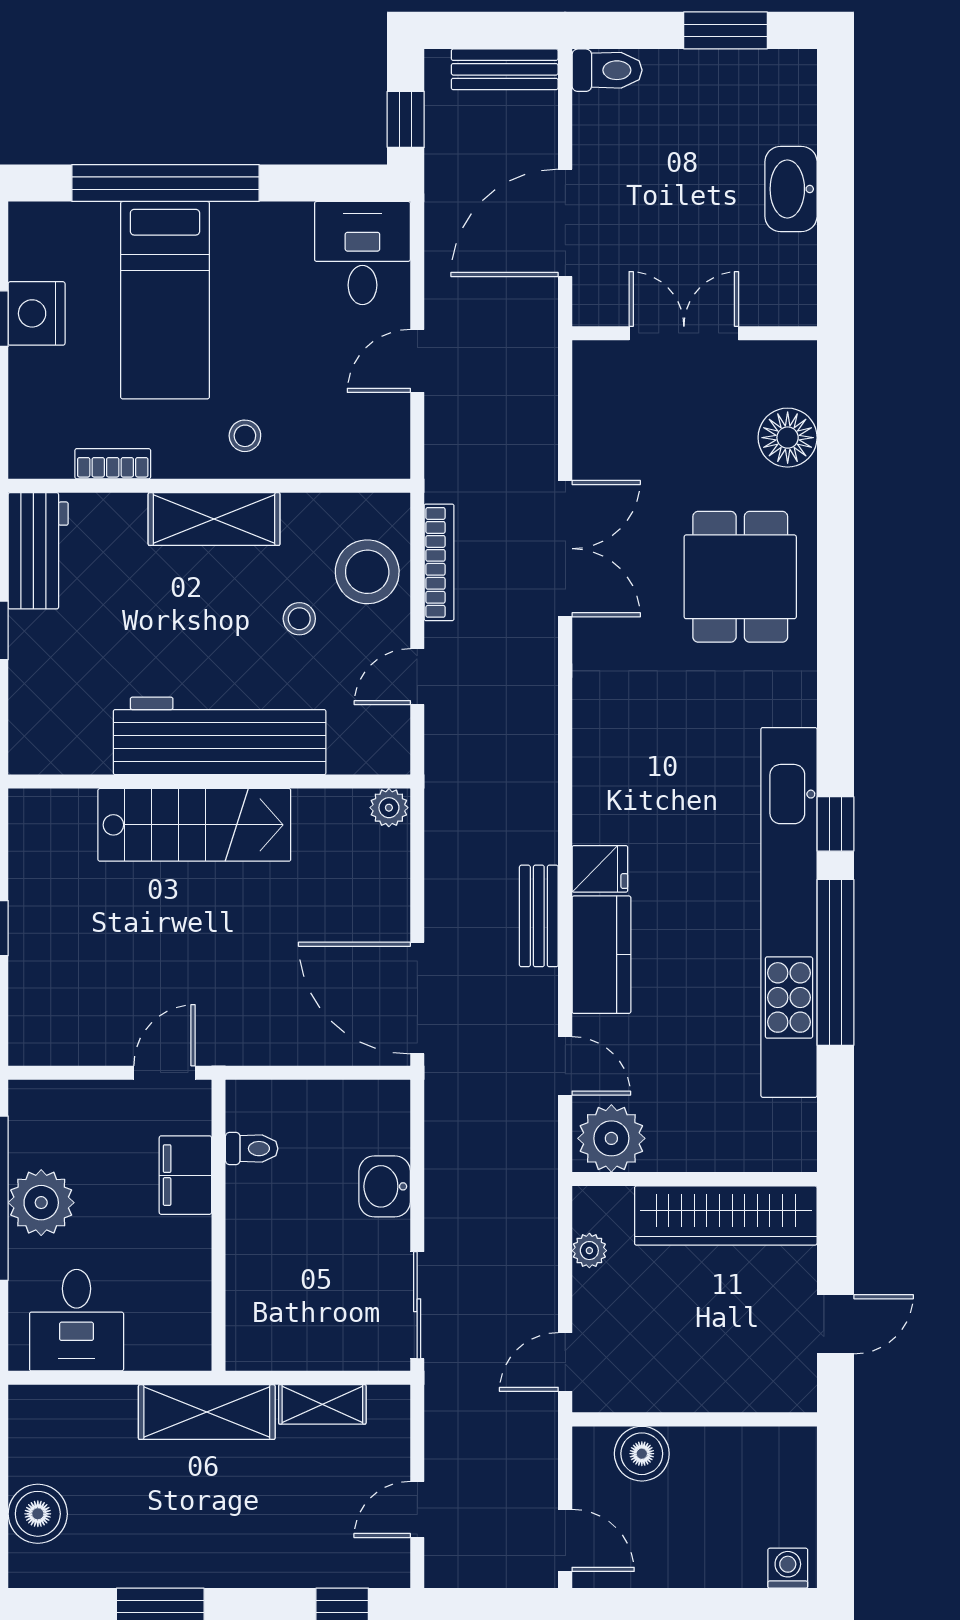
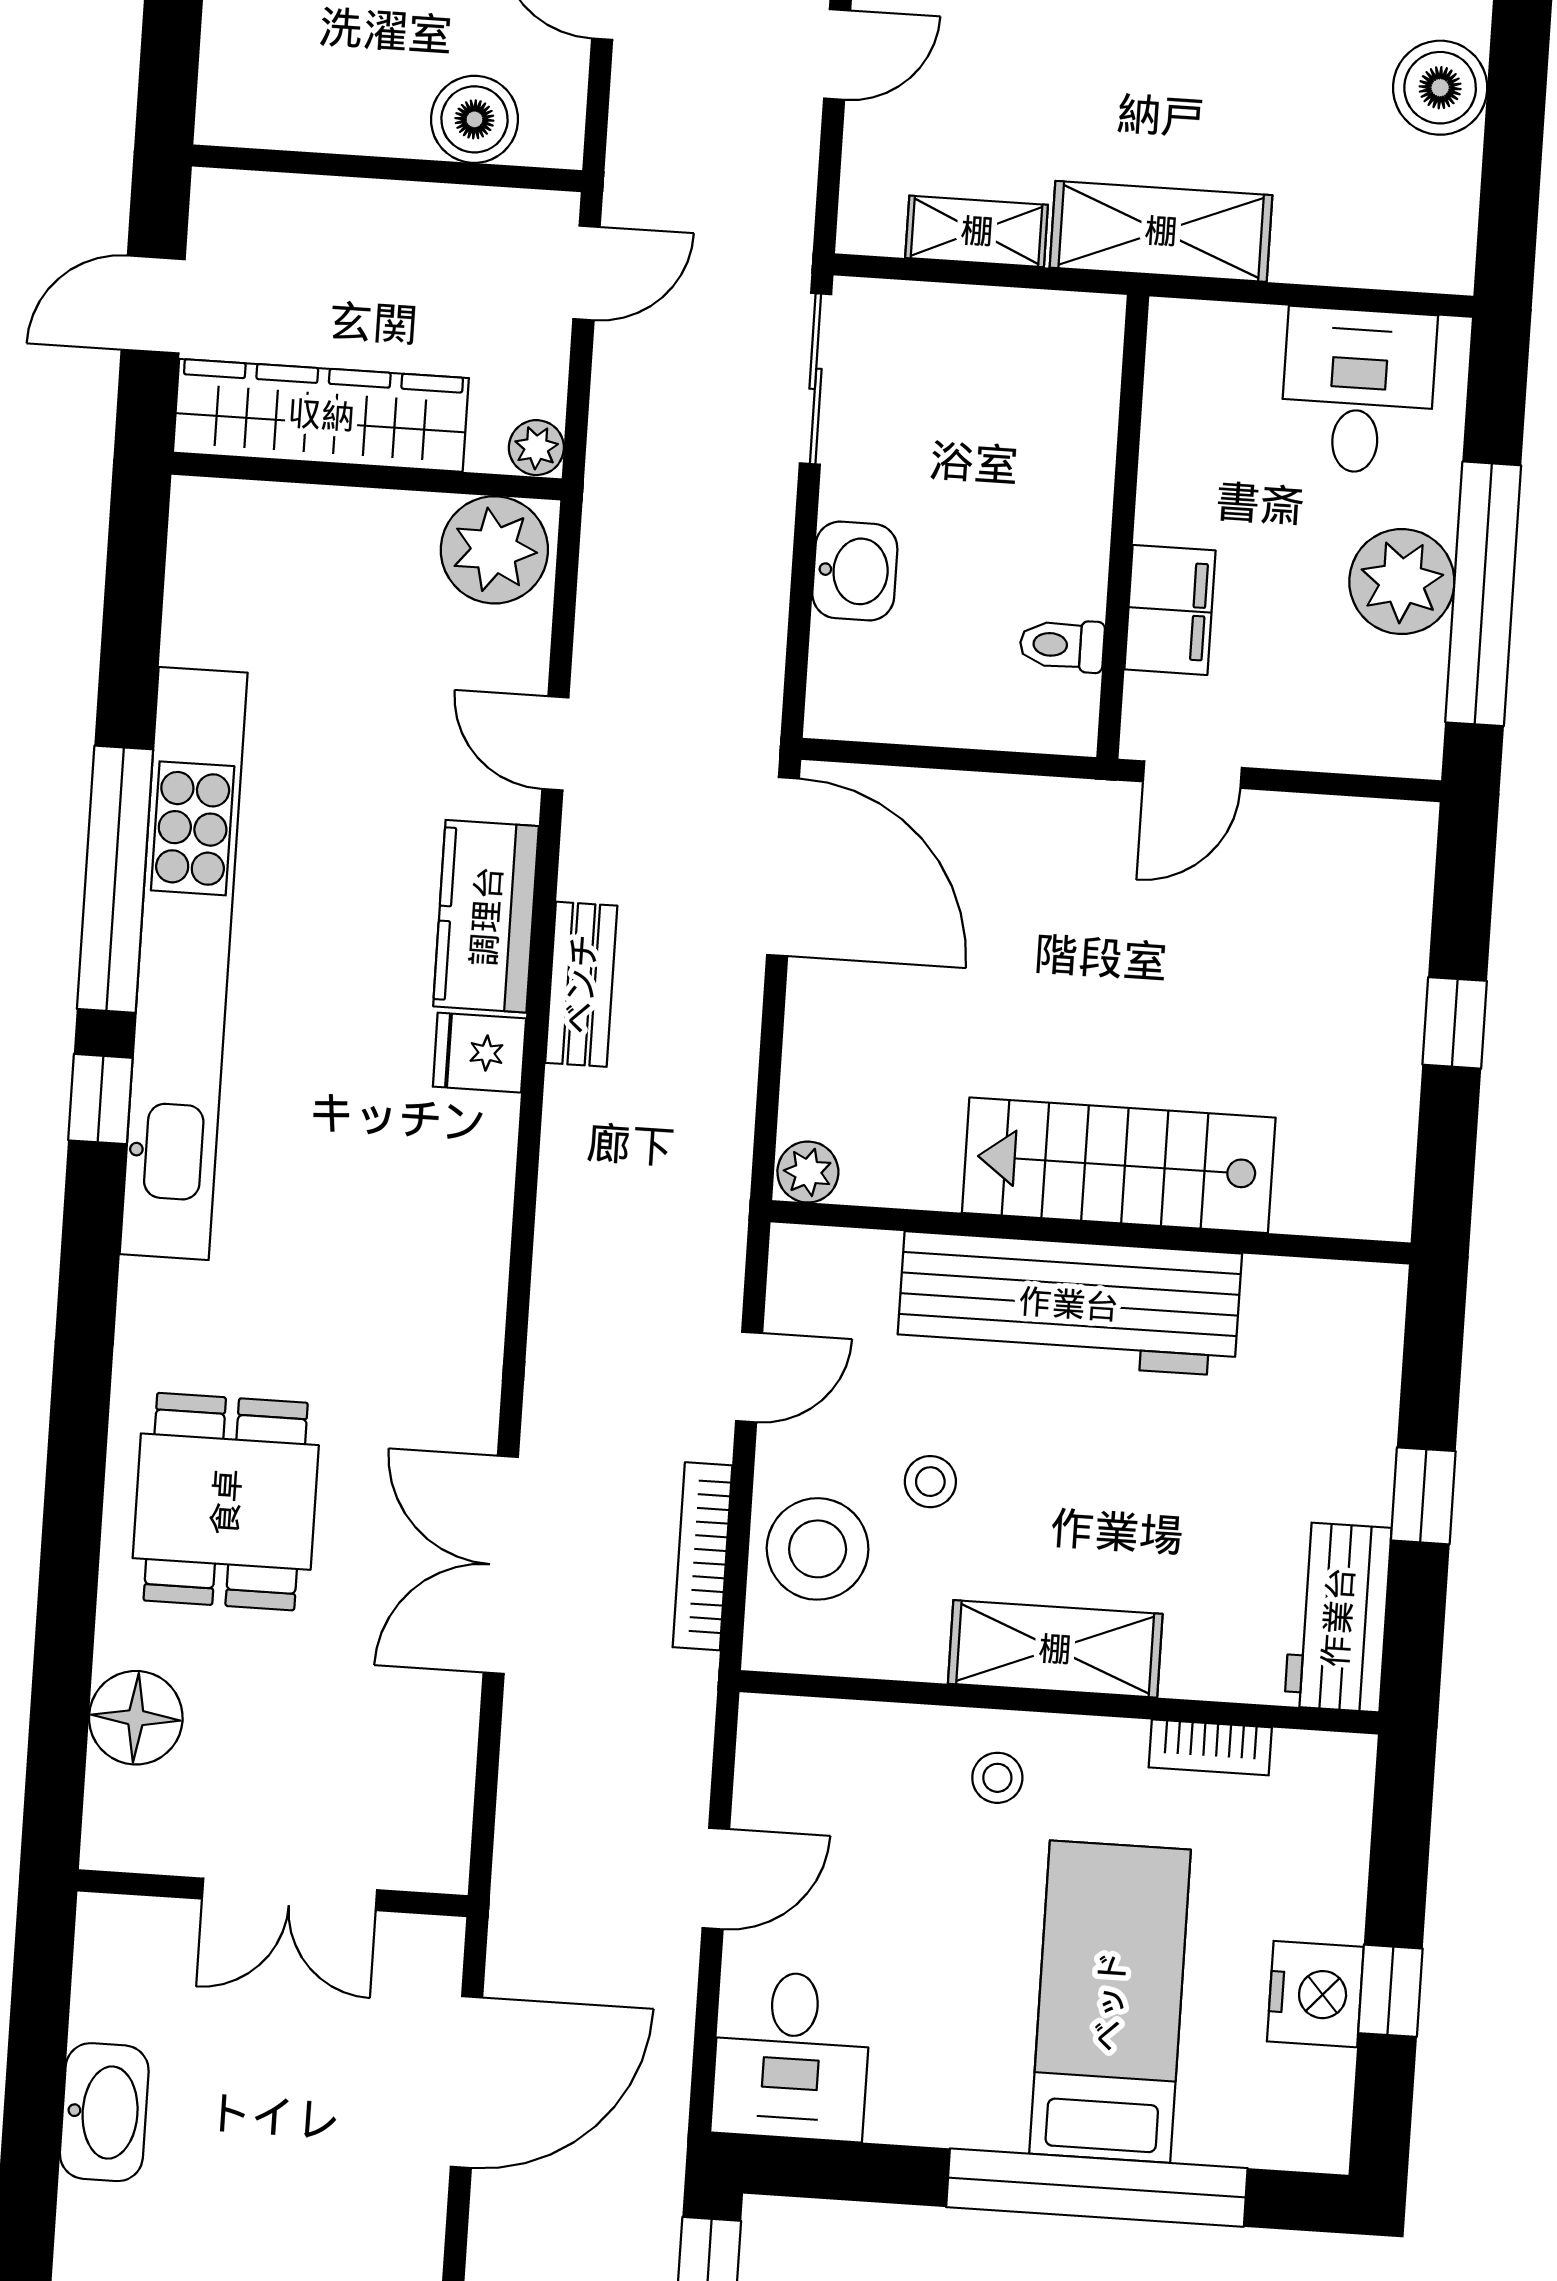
plant: (611, 1138) -> (494, 550), moved
wall: (695, 1179) -> (367, 477), moved
wardrobe: (726, 1216) -> (321, 415), moved

